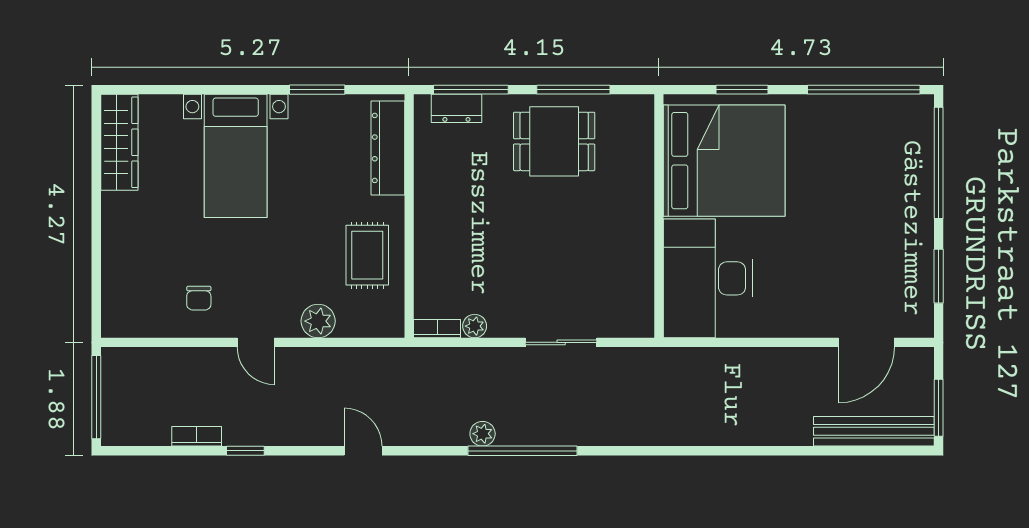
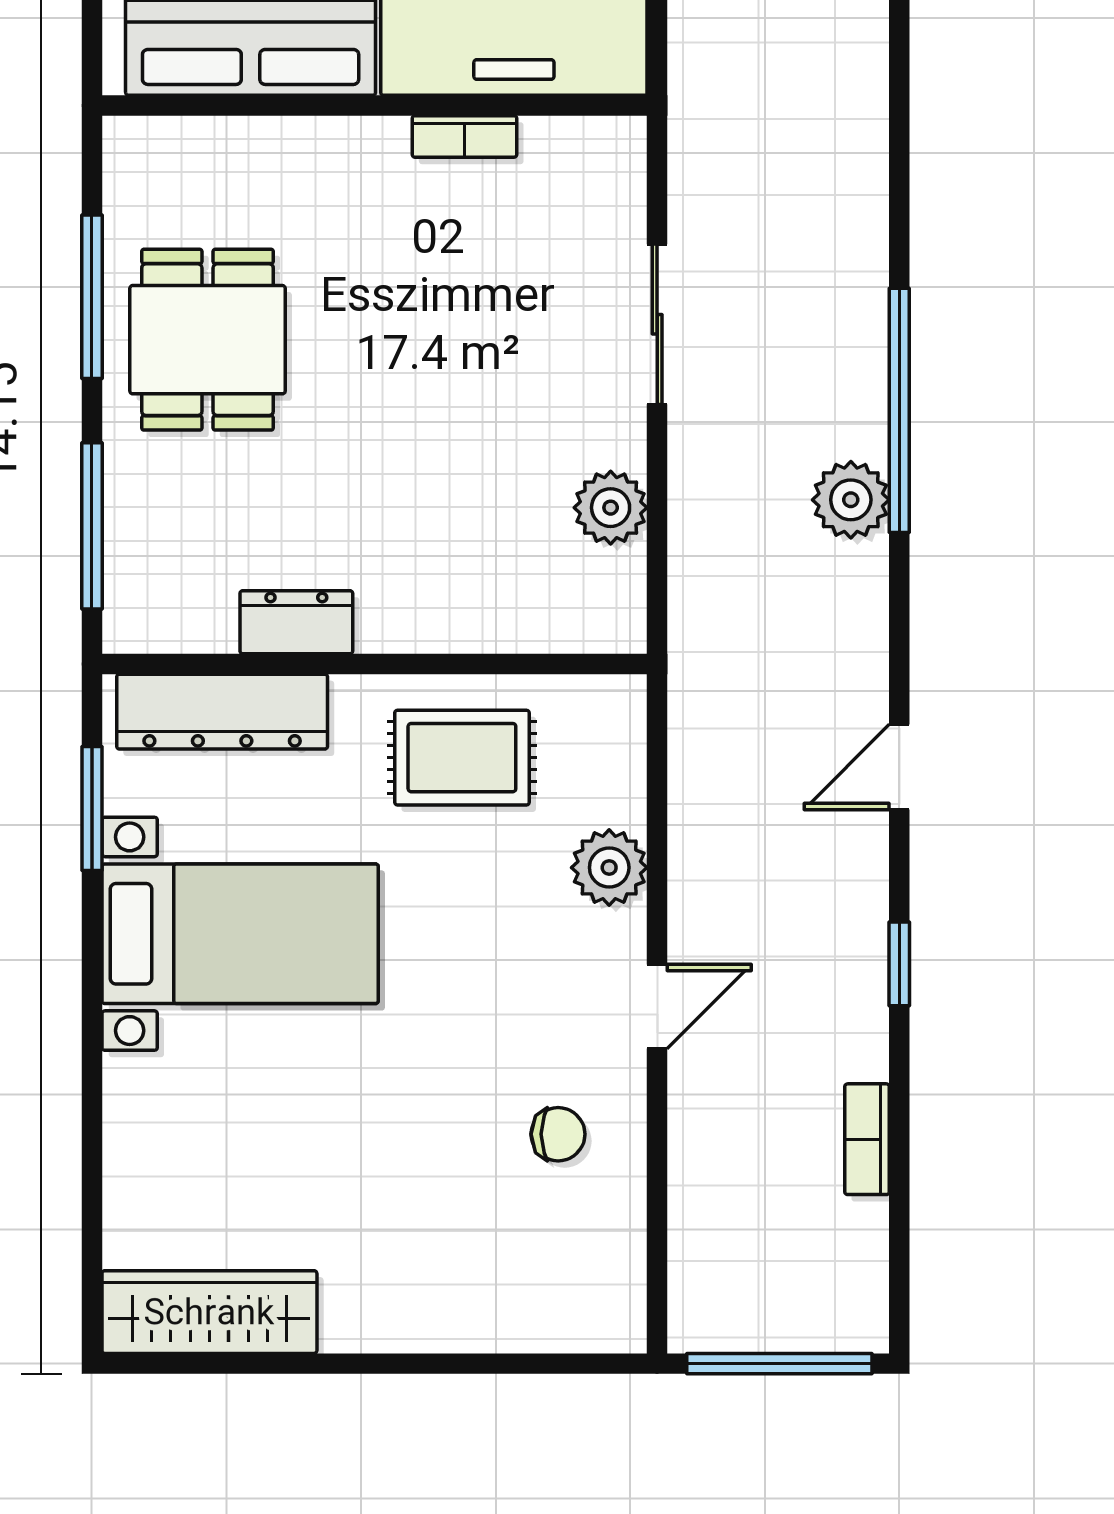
window: (317, 90) -> (92, 809), moved
dresser: (456, 108) -> (296, 622), moved, turned -90
bed with nightstands: (236, 156) -> (240, 934), moved
plant: (475, 326) -> (611, 508), width x1.38, depth x1.38
bookcase: (437, 329) -> (464, 136), moved, turned -90
plant: (483, 434) -> (851, 500), width x1.38, depth x1.38
window: (245, 451) -> (899, 964), moved

